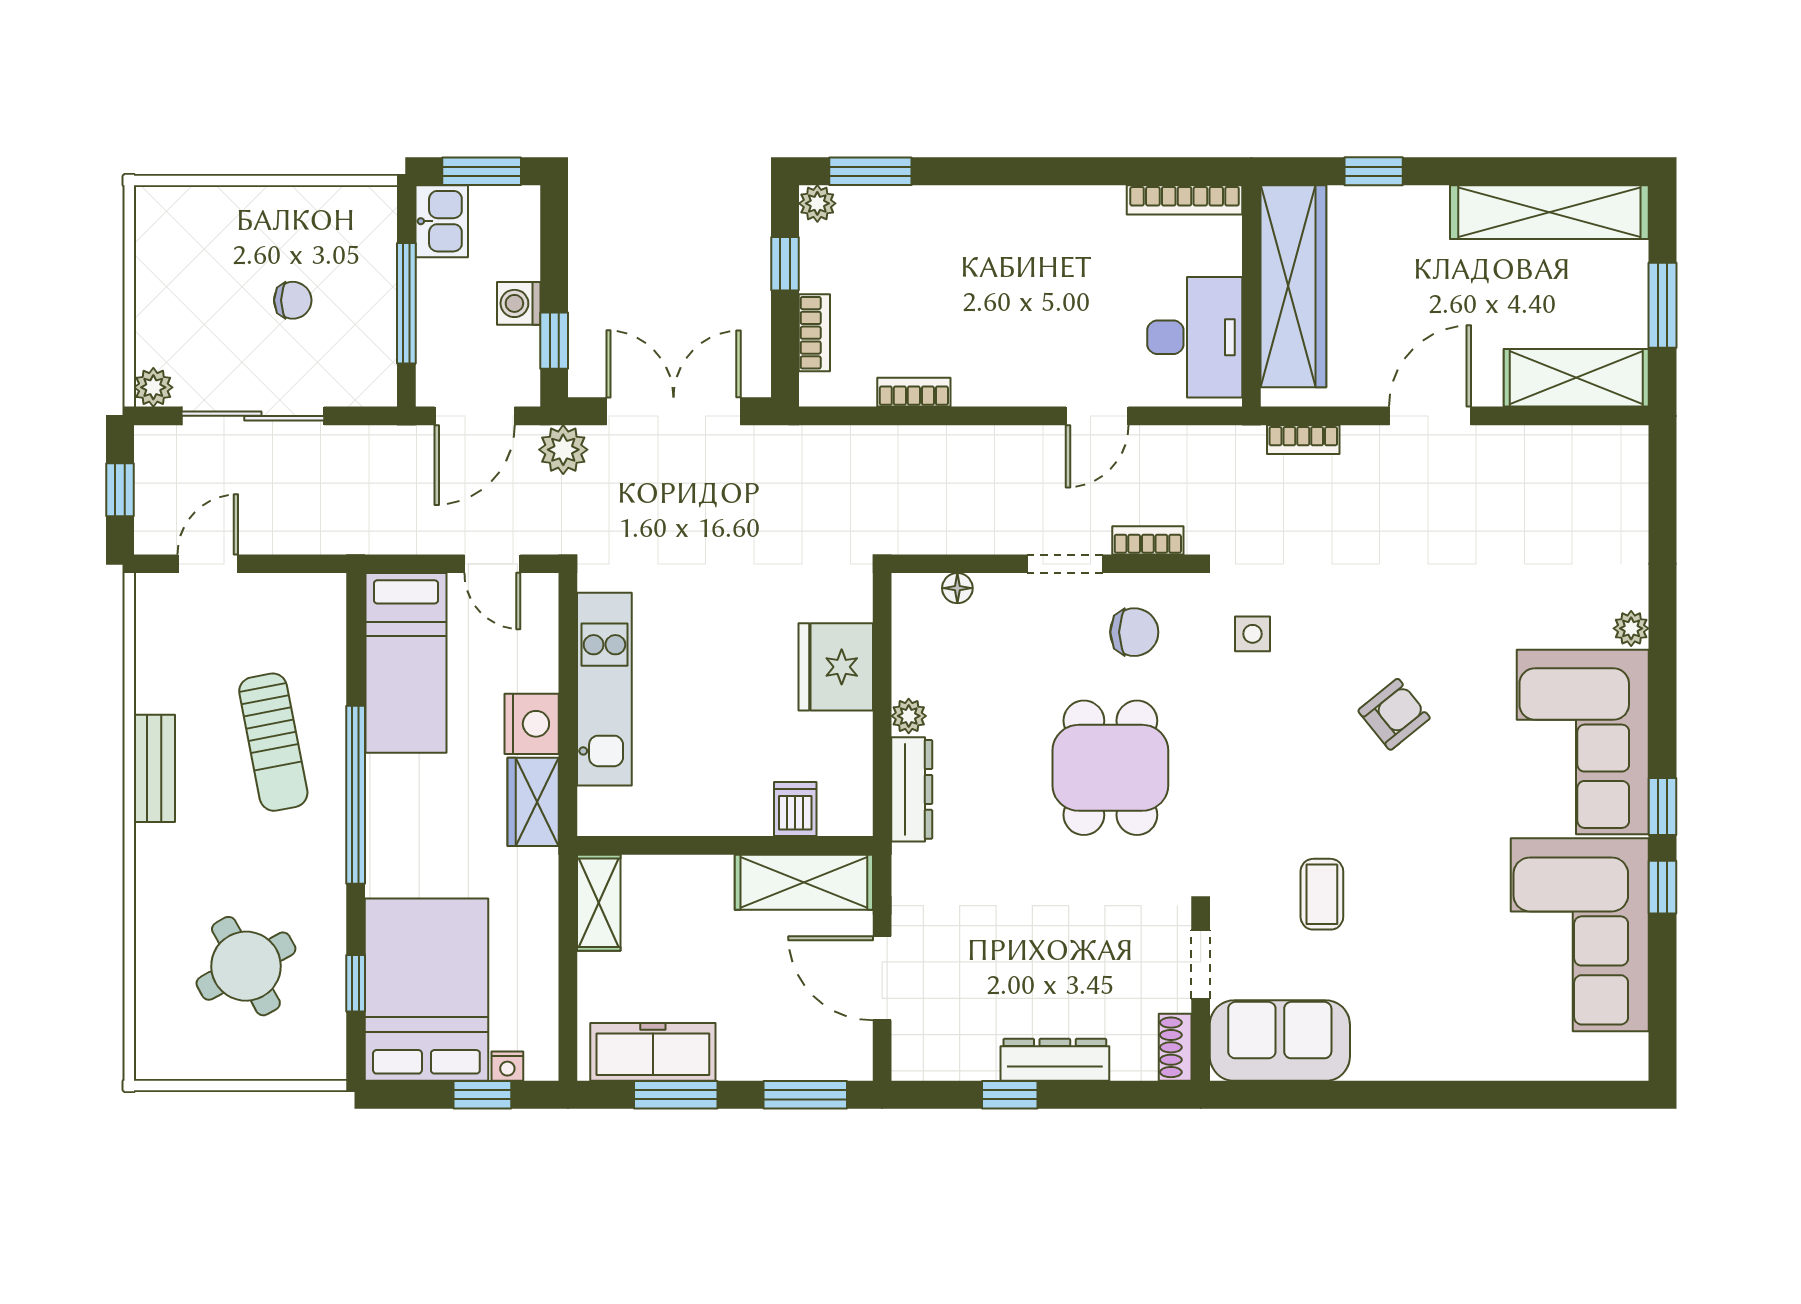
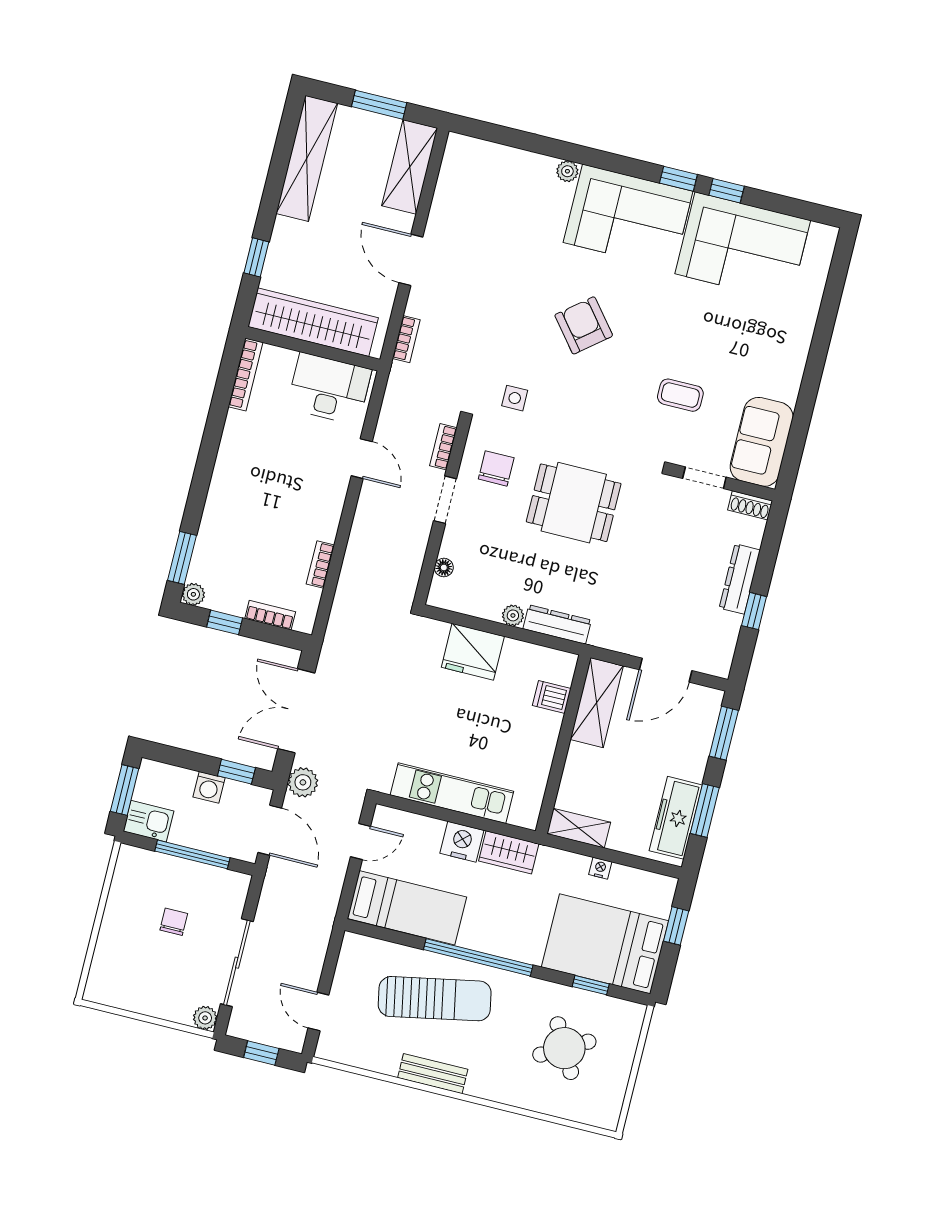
armchair: (1394, 714) -> (584, 325), width x1.38, depth x1.38
sun lounger: (273, 742) -> (435, 999), width x1.36, depth x1.34
nightstand: (507, 1066) -> (600, 868), moved, turned -90

